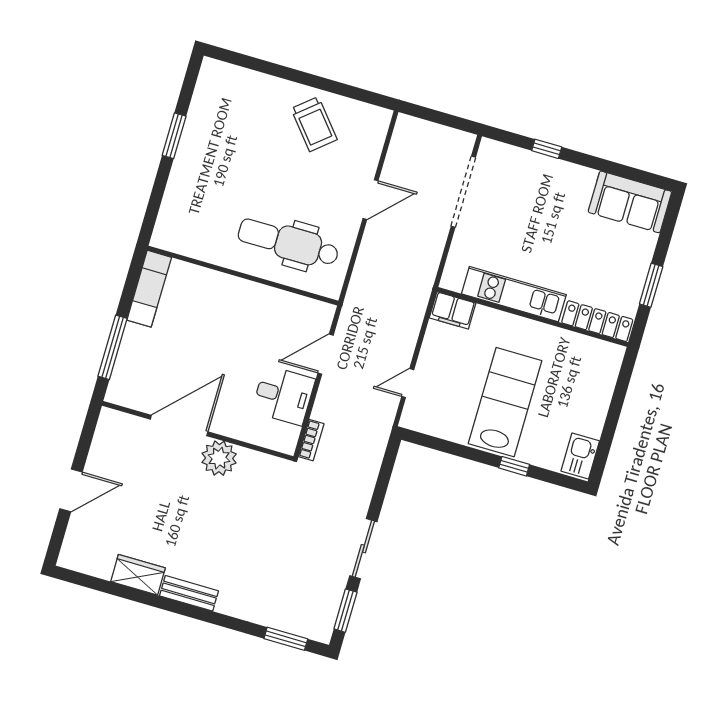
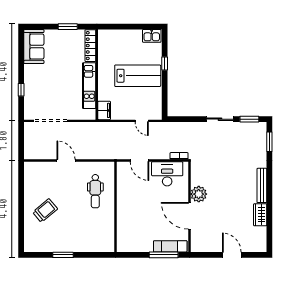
trolley: (314, 124) -> (45, 211), moved
dental chair: (288, 243) -> (95, 191), width x0.73, depth x0.72
exam couch: (149, 289) -> (170, 246), moved
desk: (283, 395) -> (167, 174), width x1.37
lab bench: (505, 402) -> (138, 76), turned 180
bench: (189, 593) -> (262, 185), width x1.36

